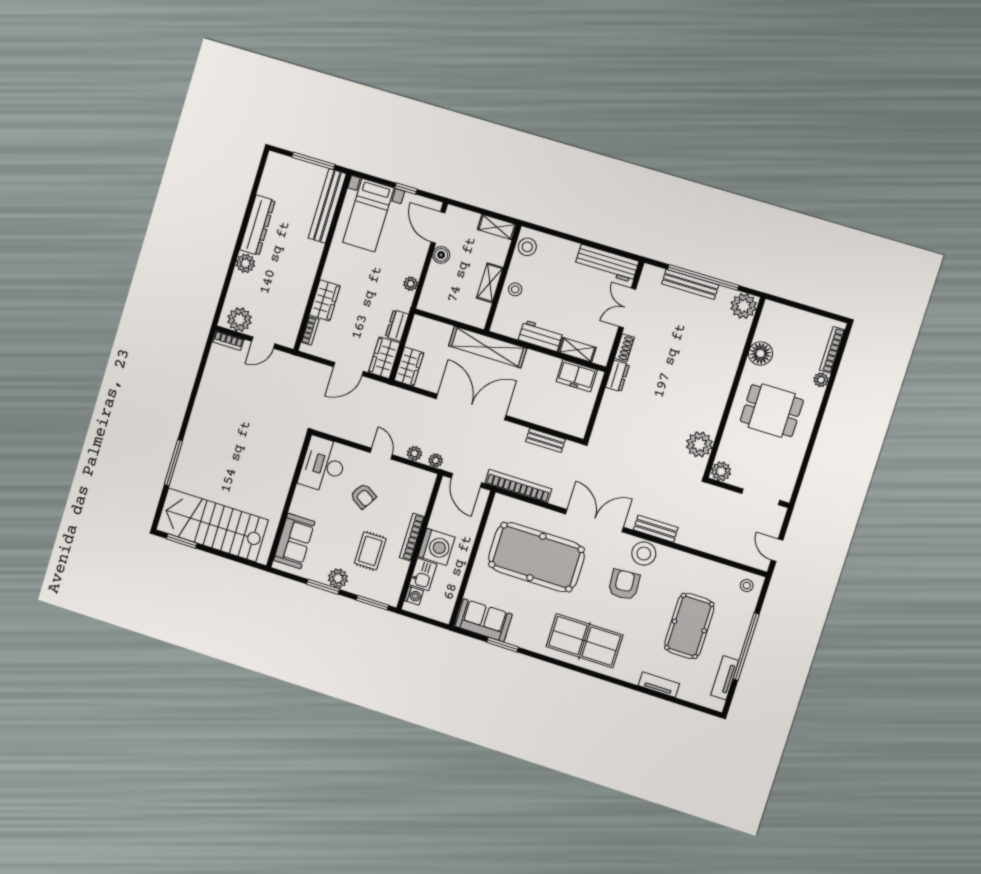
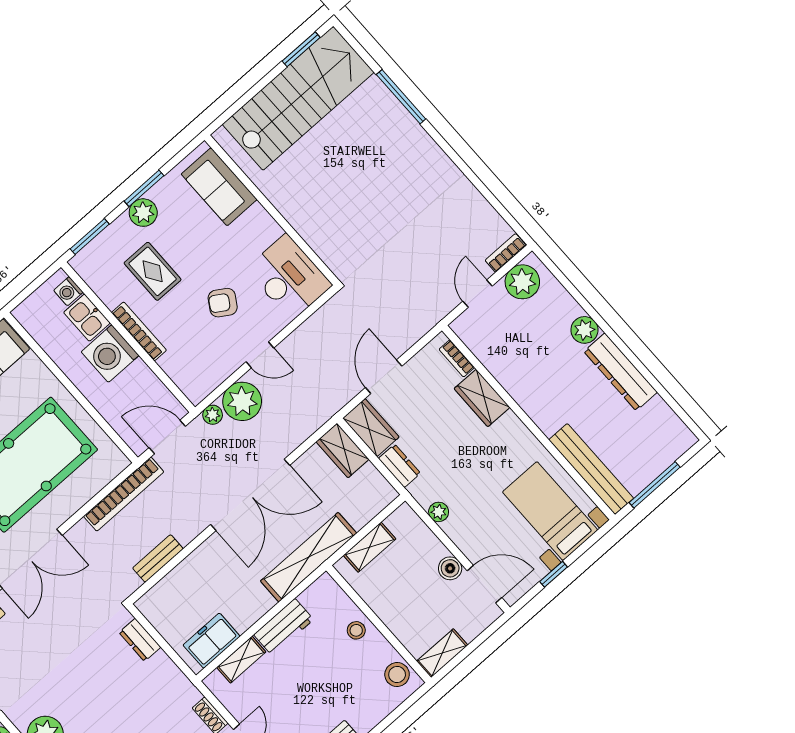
shelving: (490, 283) -> (370, 547), moved, turned 90
dresser: (617, 376) -> (140, 640), moved
plant: (414, 453) -> (242, 401), width x1.87, depth x1.87

